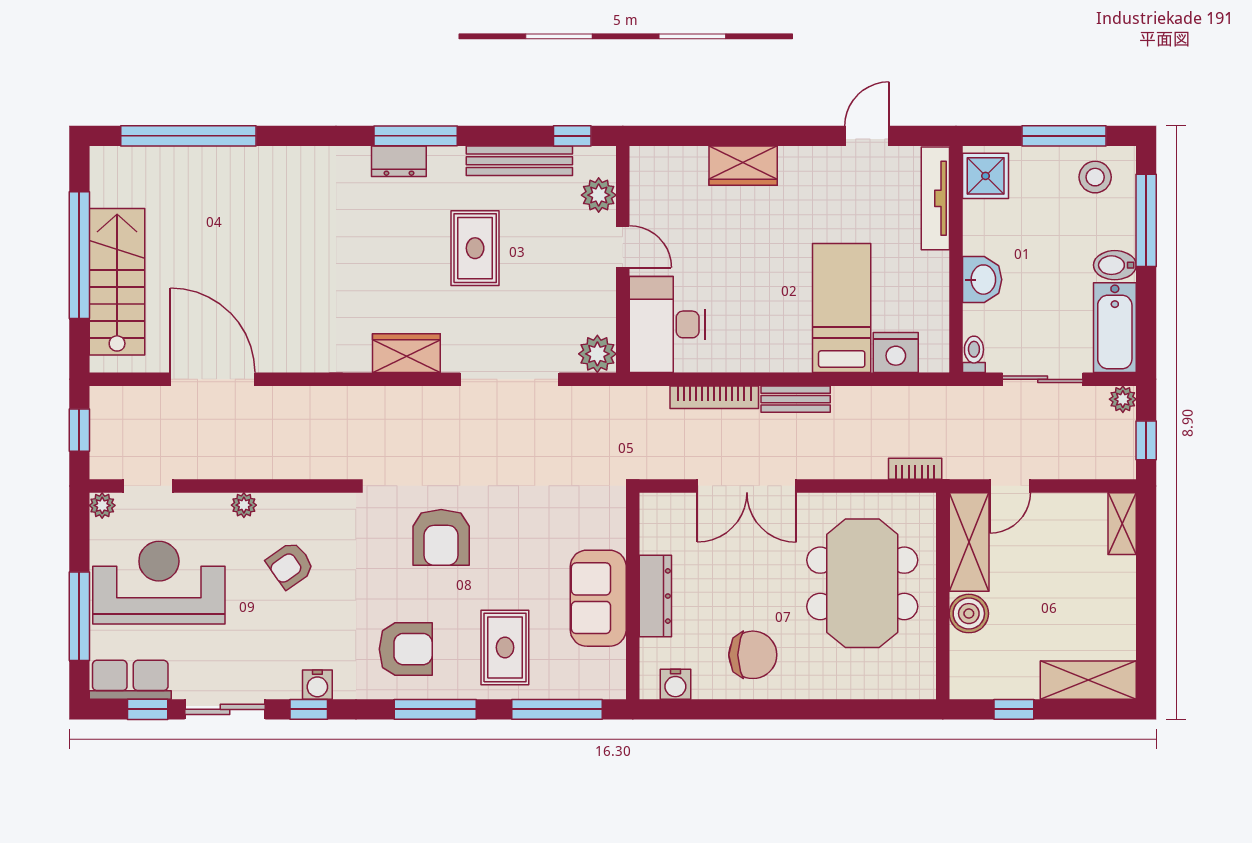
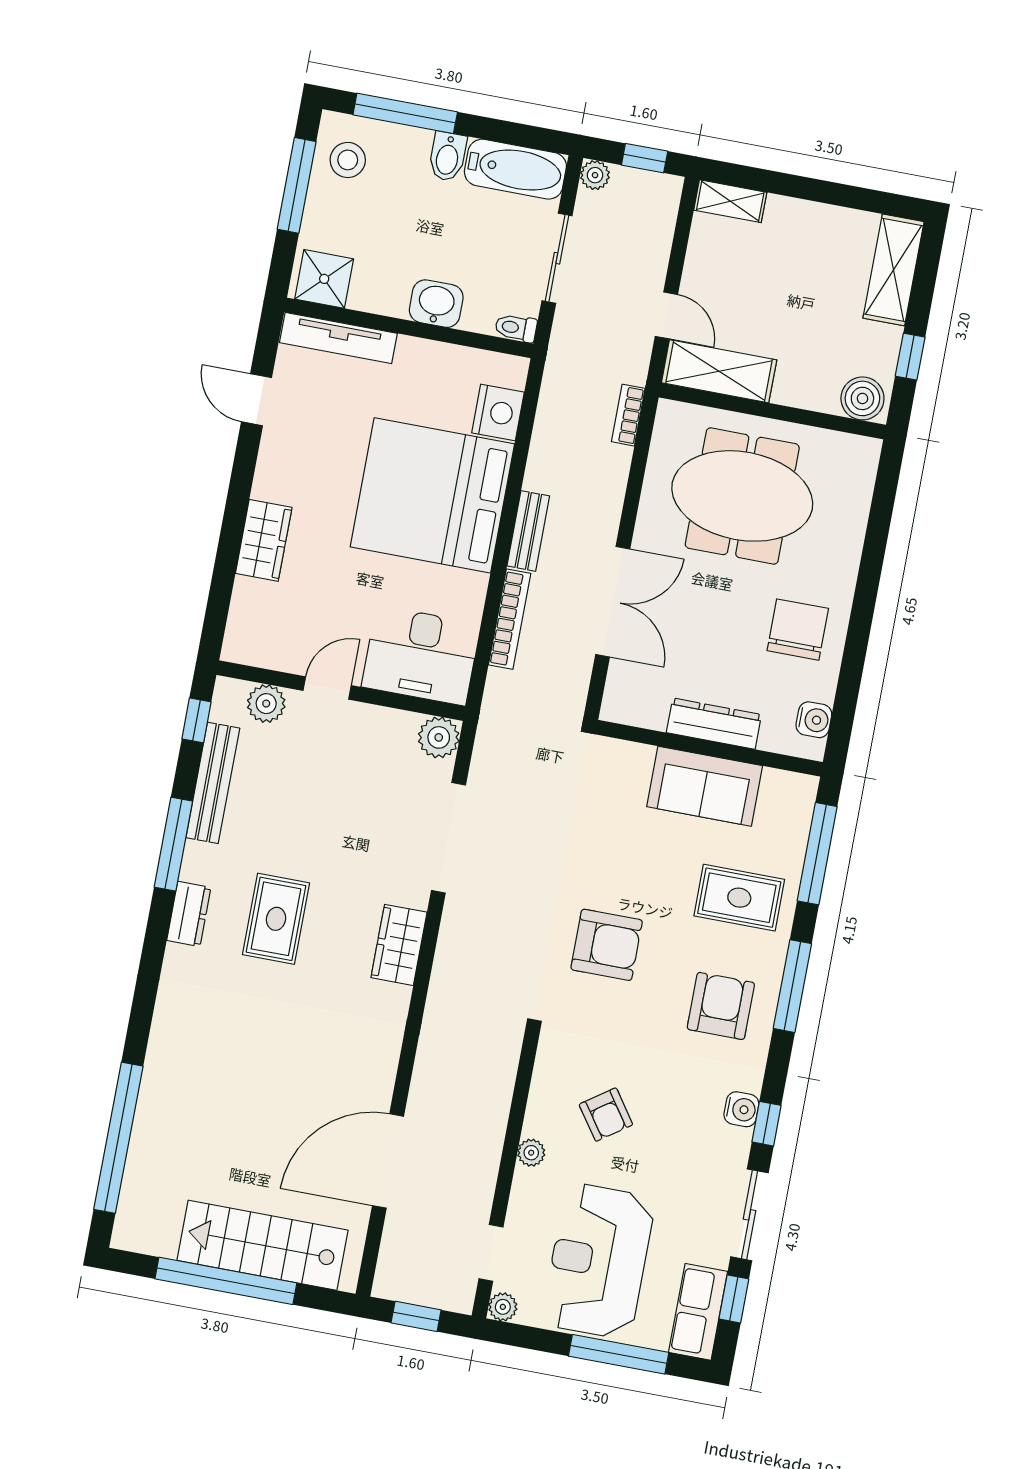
window: (416, 136) -> (173, 844), moved
rug: (475, 248) -> (276, 919), moved, turned 90
bed: (842, 308) -> (432, 495), width x2.04
boiler: (969, 614) -> (862, 398), moved

